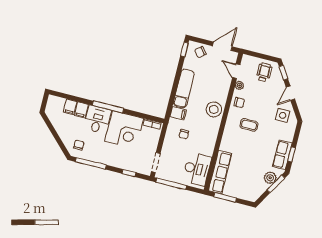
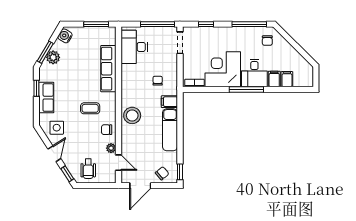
row of seats: (282, 155) -> (46, 98), moved
row of seats: (220, 172) -> (108, 69), moved
water cooler: (255, 194) -> (65, 36), added

